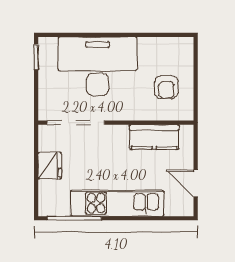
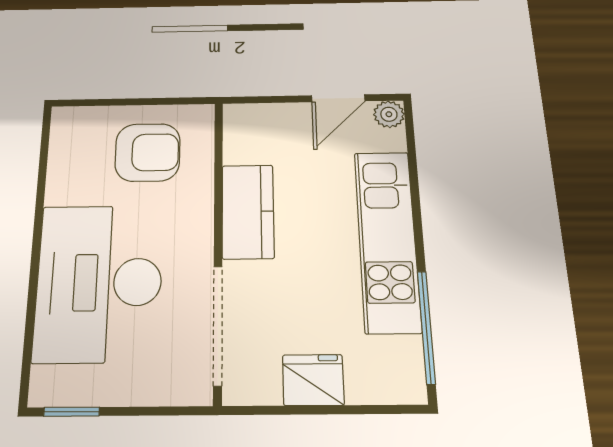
armchair: (166, 87) -> (148, 152), width x1.38, depth x1.38
kitchen counter: (154, 137) -> (248, 211), moved
plant: (186, 208) -> (389, 114), added

